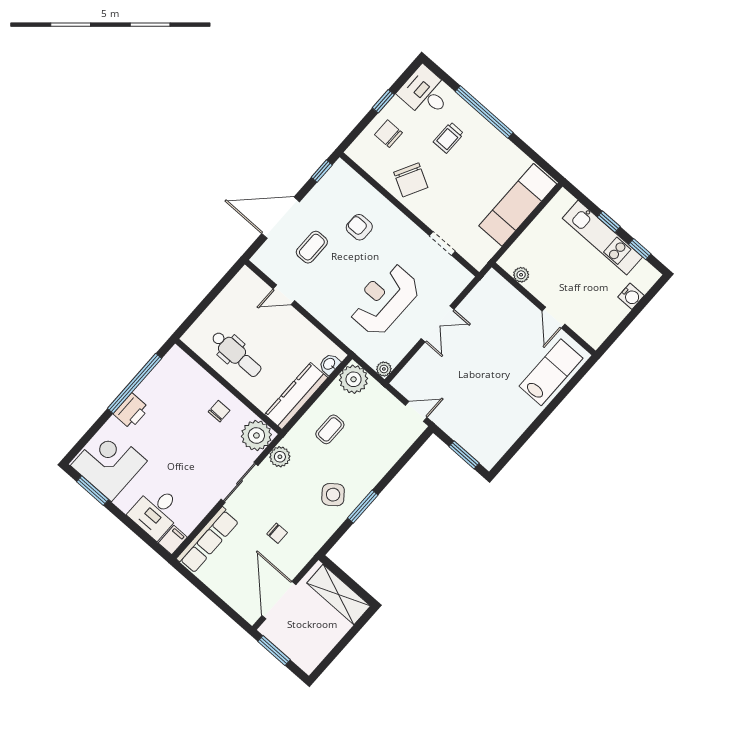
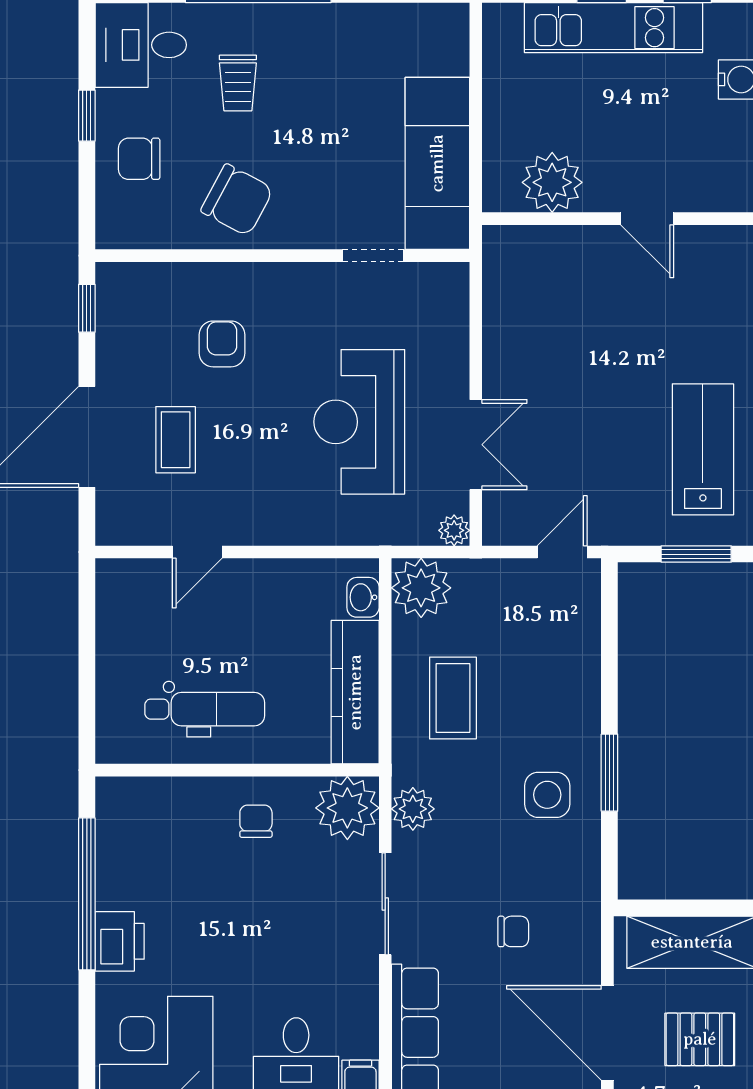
exam couch: (518, 205) -> (437, 163), moved
armchair: (359, 227) -> (222, 344), turned 90
plant: (521, 275) -> (552, 182), width x1.88, depth x1.88
double door: (438, 324) -> (476, 445), moved
lab bench: (551, 372) -> (703, 449), moved
coffee table: (330, 429) -> (453, 698), width x1.36, depth x1.30
side table: (333, 495) -> (547, 795), turned 38
pallet: (310, 632) -> (700, 1039), added

